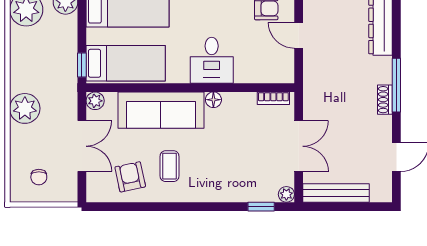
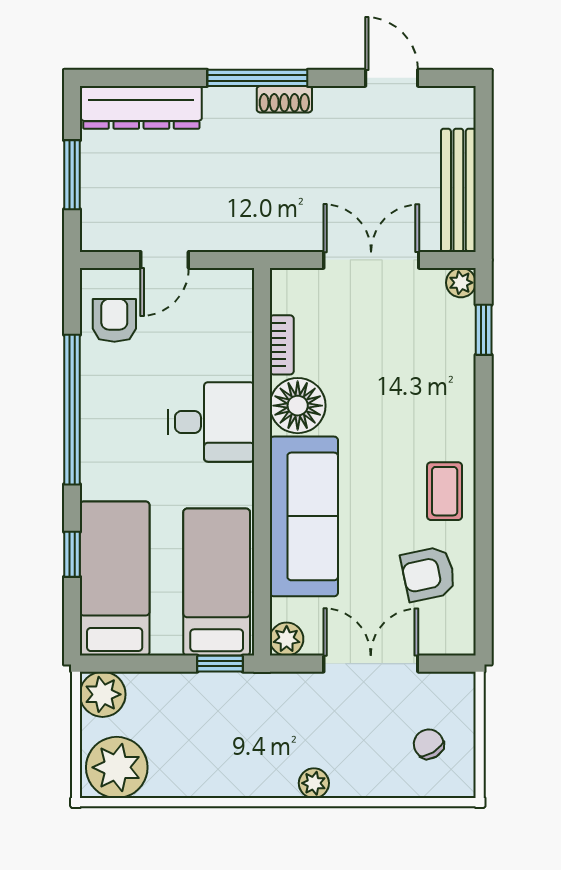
bookcase: (273, 98) -> (282, 345), moved
floor lamp: (213, 100) -> (298, 406), width x1.89, depth x1.89
plant: (25, 108) -> (314, 783), width x0.53, depth x0.53
coffee table: (170, 166) -> (445, 491), moved, turned 90
chair: (39, 177) -> (429, 744), turned -122

